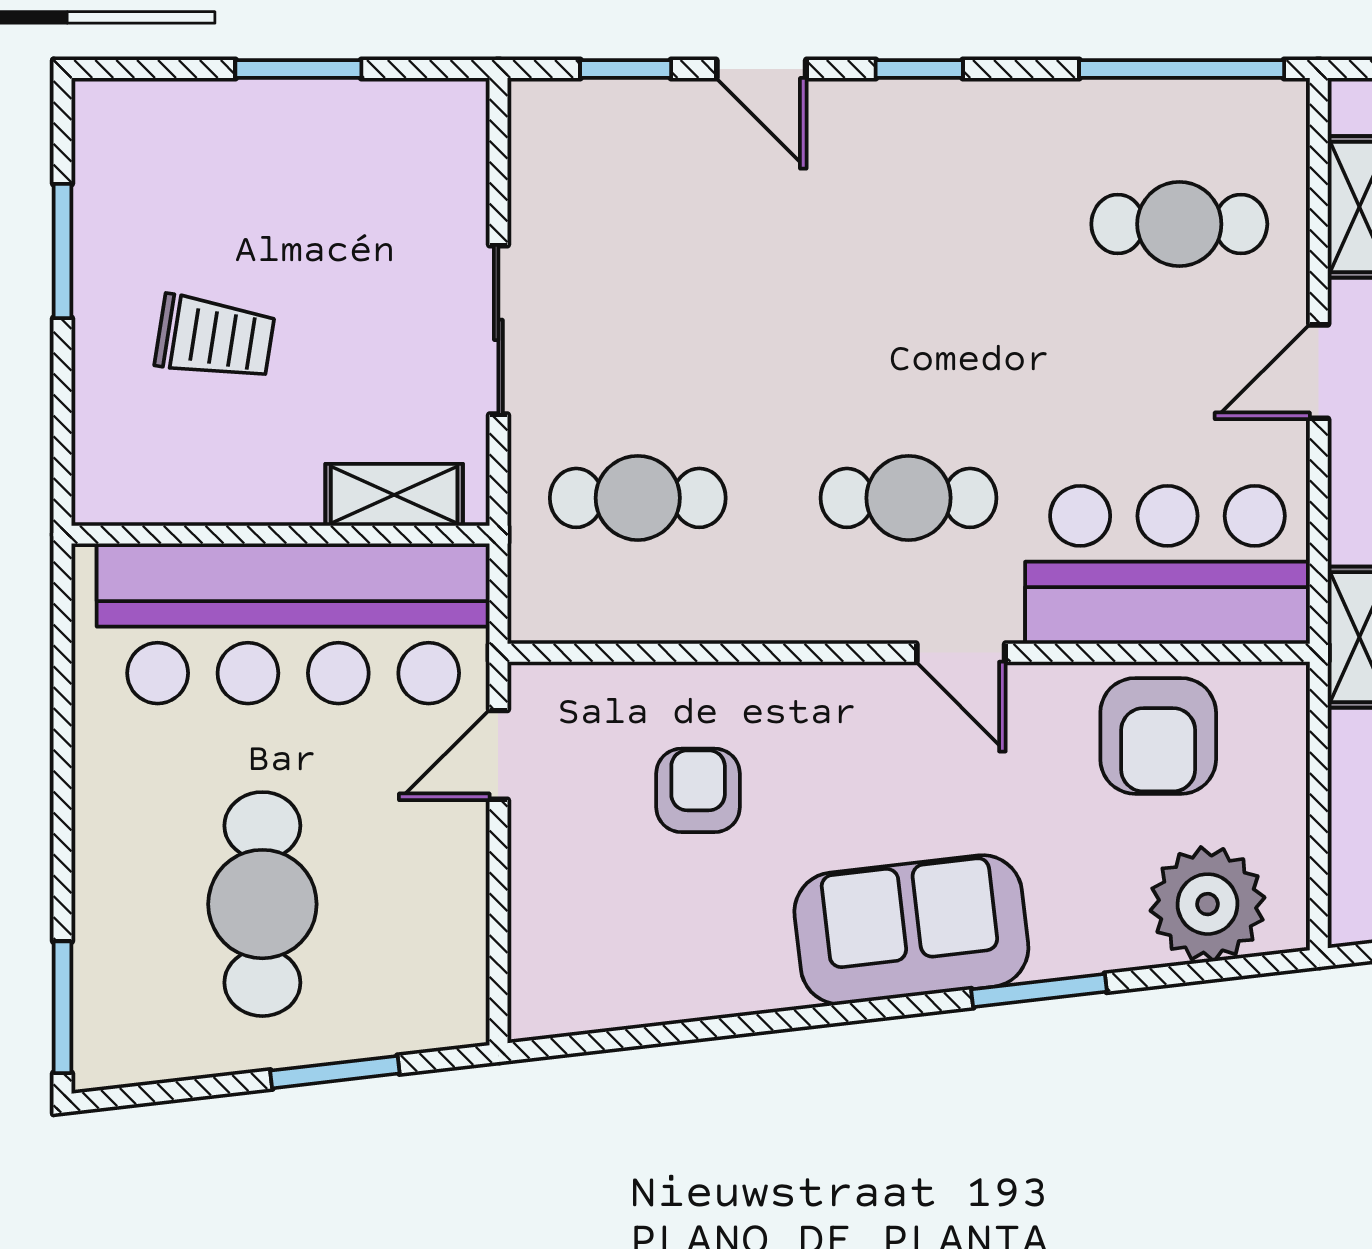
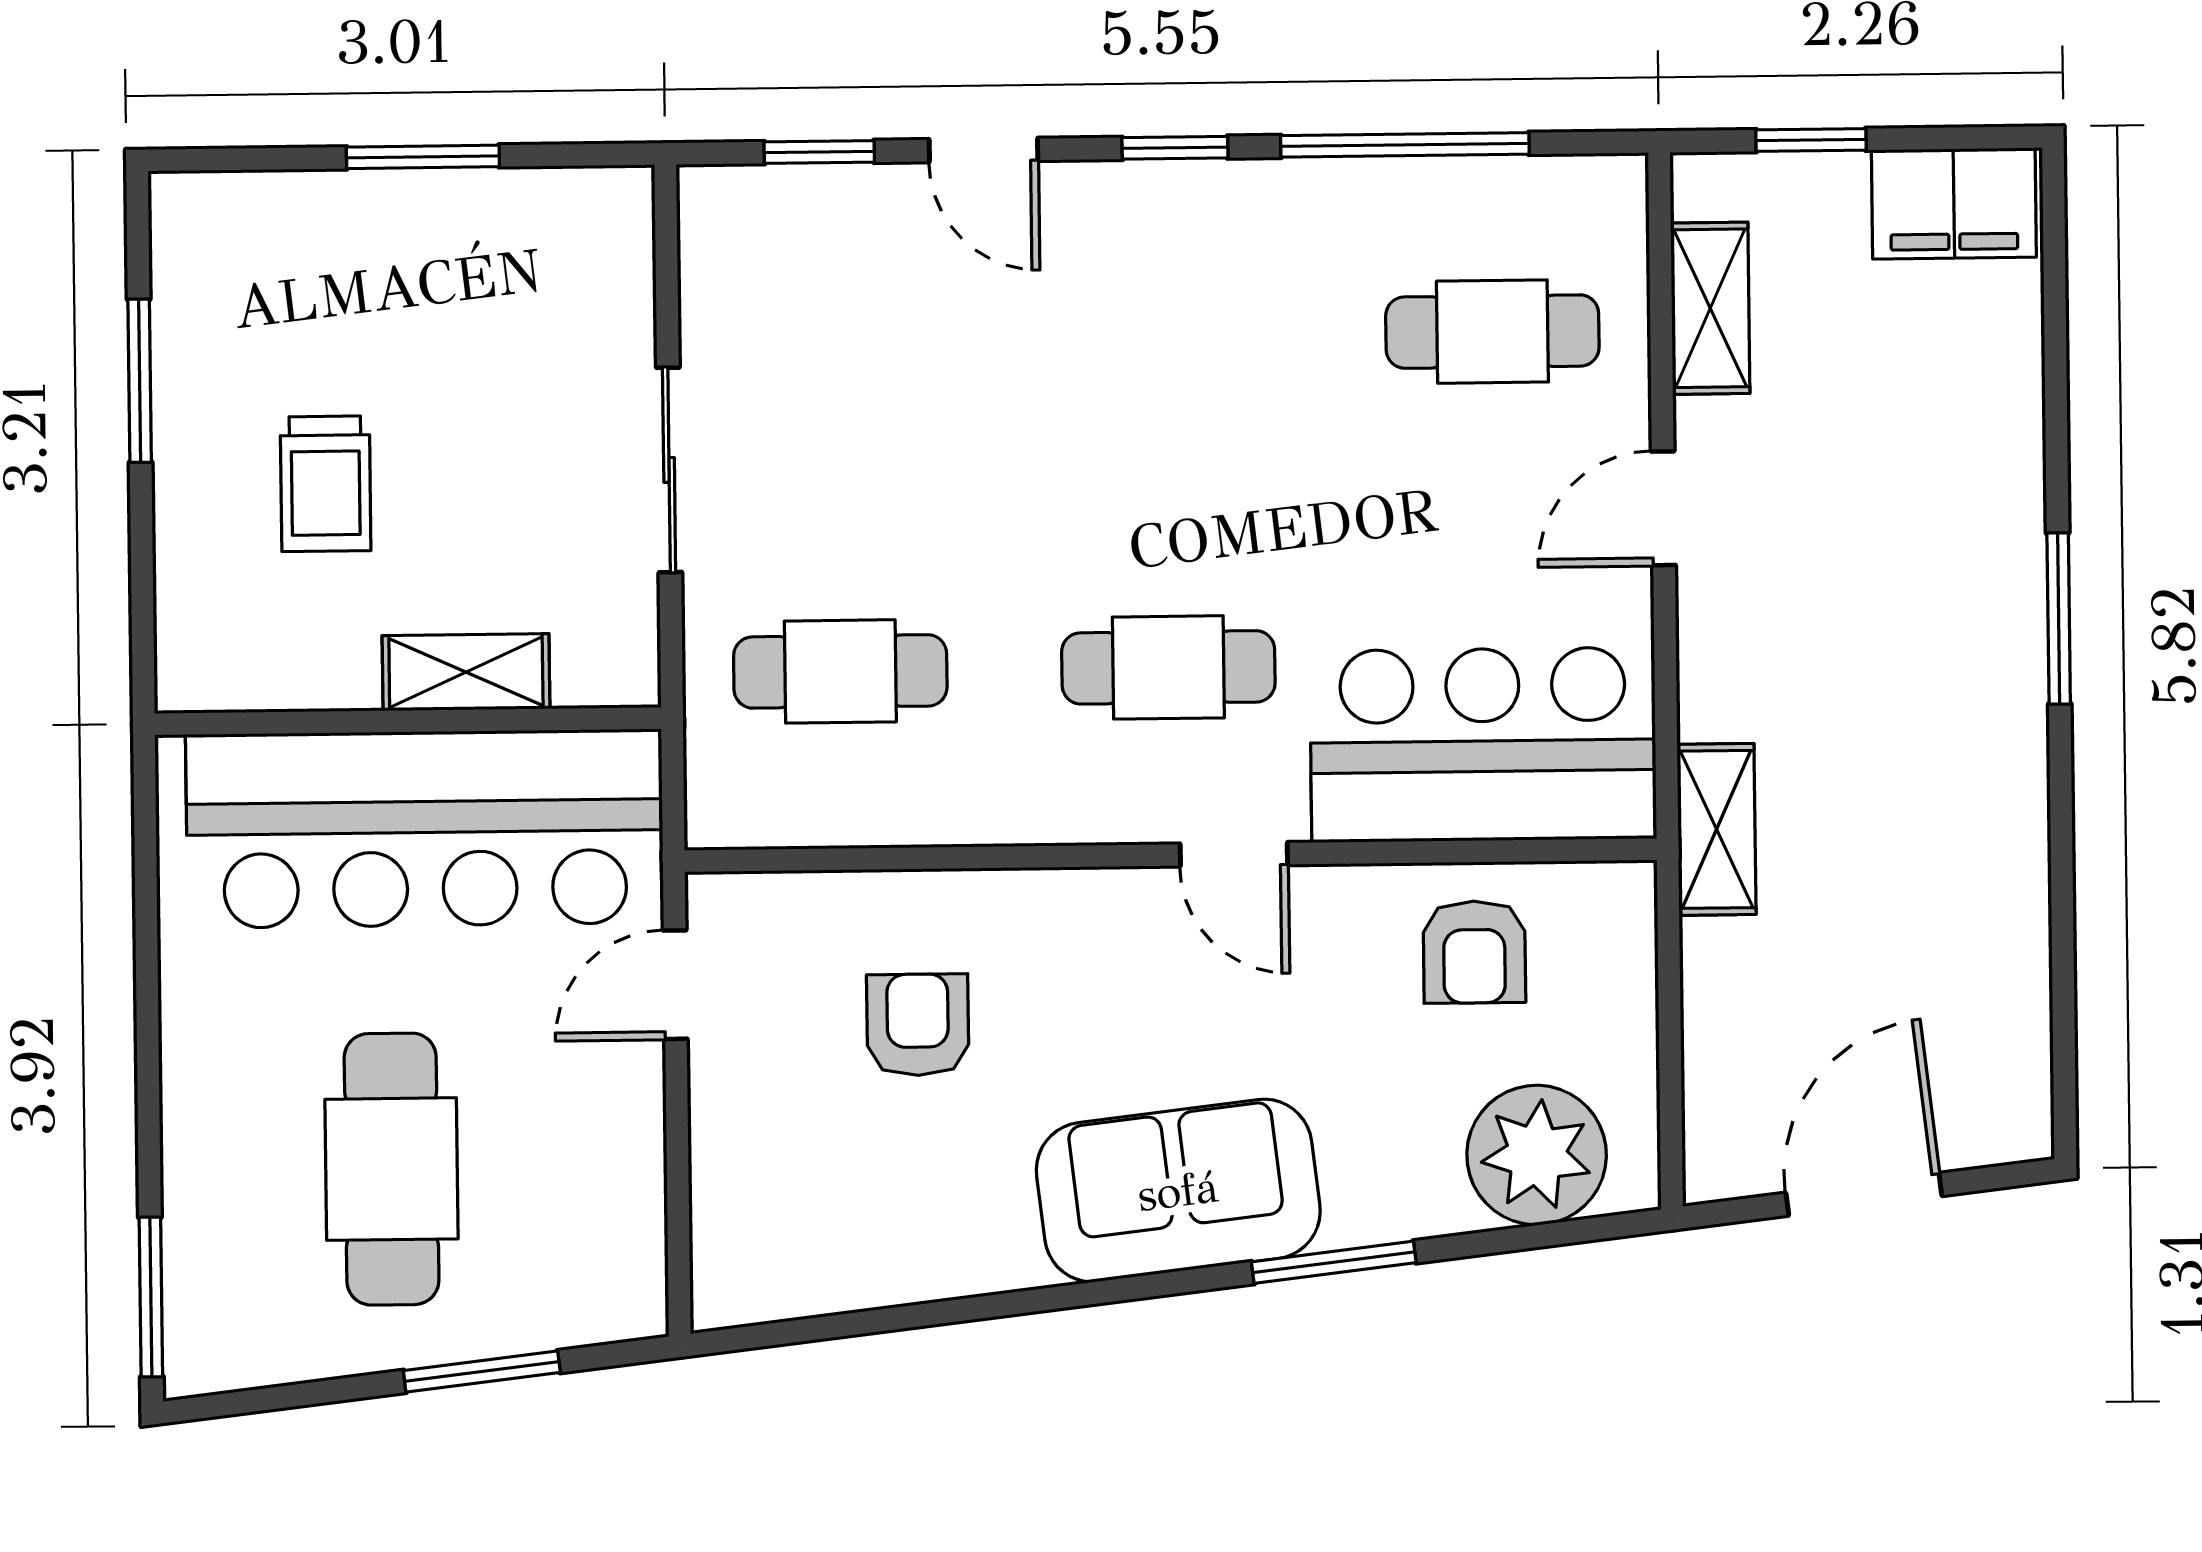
window: (1182, 69) -> (1405, 145), moved
trolley: (215, 338) -> (326, 484), turned 81
shelving: (394, 495) -> (466, 672), moved
armchair: (1158, 736) -> (1474, 952), width x0.72, depth x0.72

